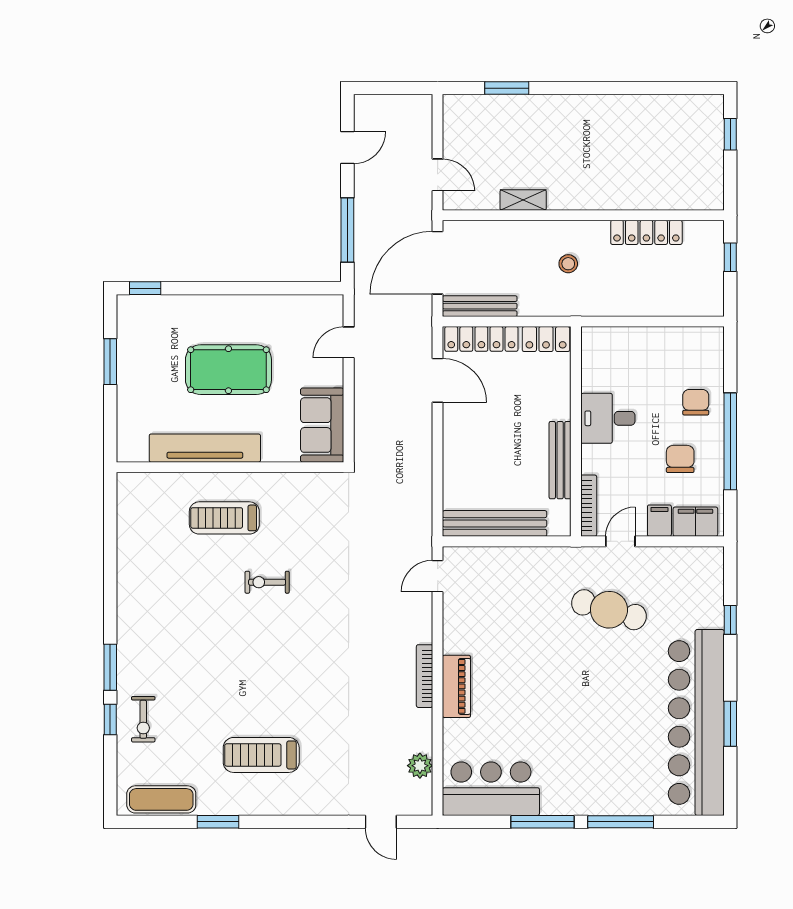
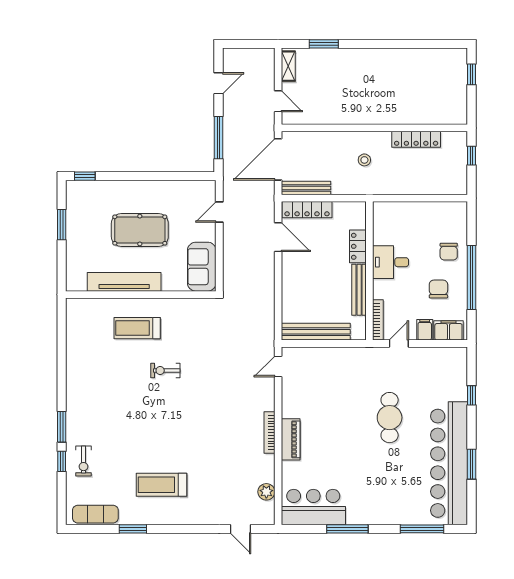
shelving: (523, 200) -> (288, 66), moved, turned 90
locker: (546, 339) -> (358, 246), moved, turned 90
chair: (696, 402) -> (449, 252), turned 180
cafe table: (609, 610) -> (390, 418), moved, turned 74
window: (621, 822) -> (422, 529), moved

